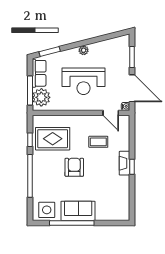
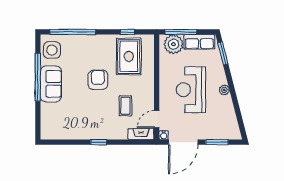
fireplace: (125, 163) -> (141, 134), moved
armchair: (74, 167) -> (98, 80), turned -90
window: (30, 176) -> (73, 32), moved

